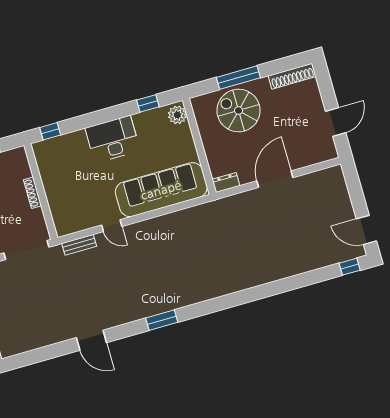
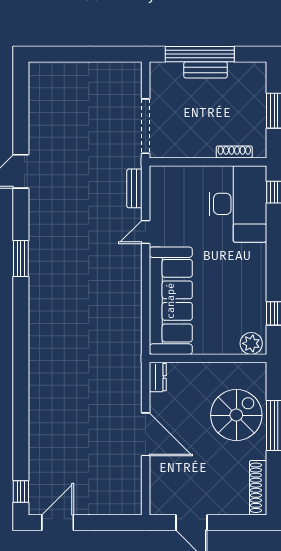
desk: (113, 139) -> (238, 204), moved, width x1.36, depth x1.30
shoe rack: (33, 193) -> (234, 152), moved

